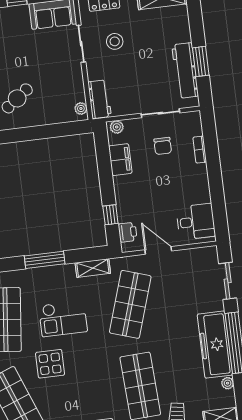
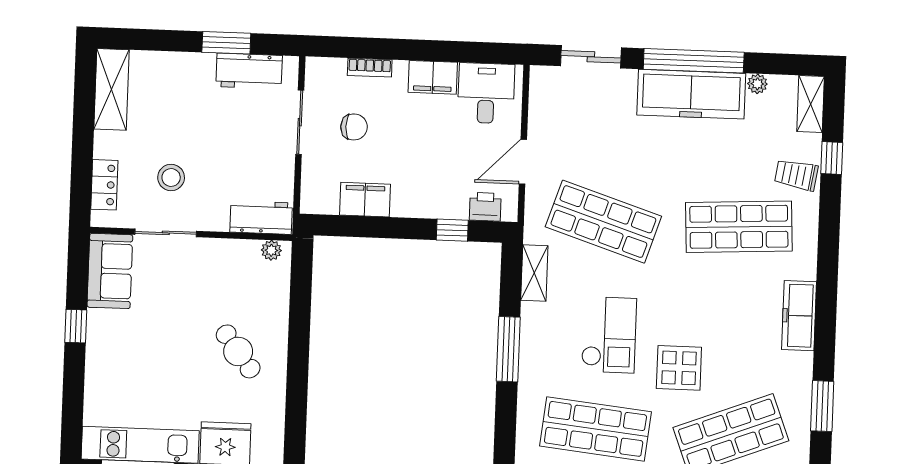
workbench: (185, 70) -> (249, 71), width x0.73
plant: (117, 127) -> (311, 197), removed
filing cabinet: (200, 188) -> (433, 77), added

